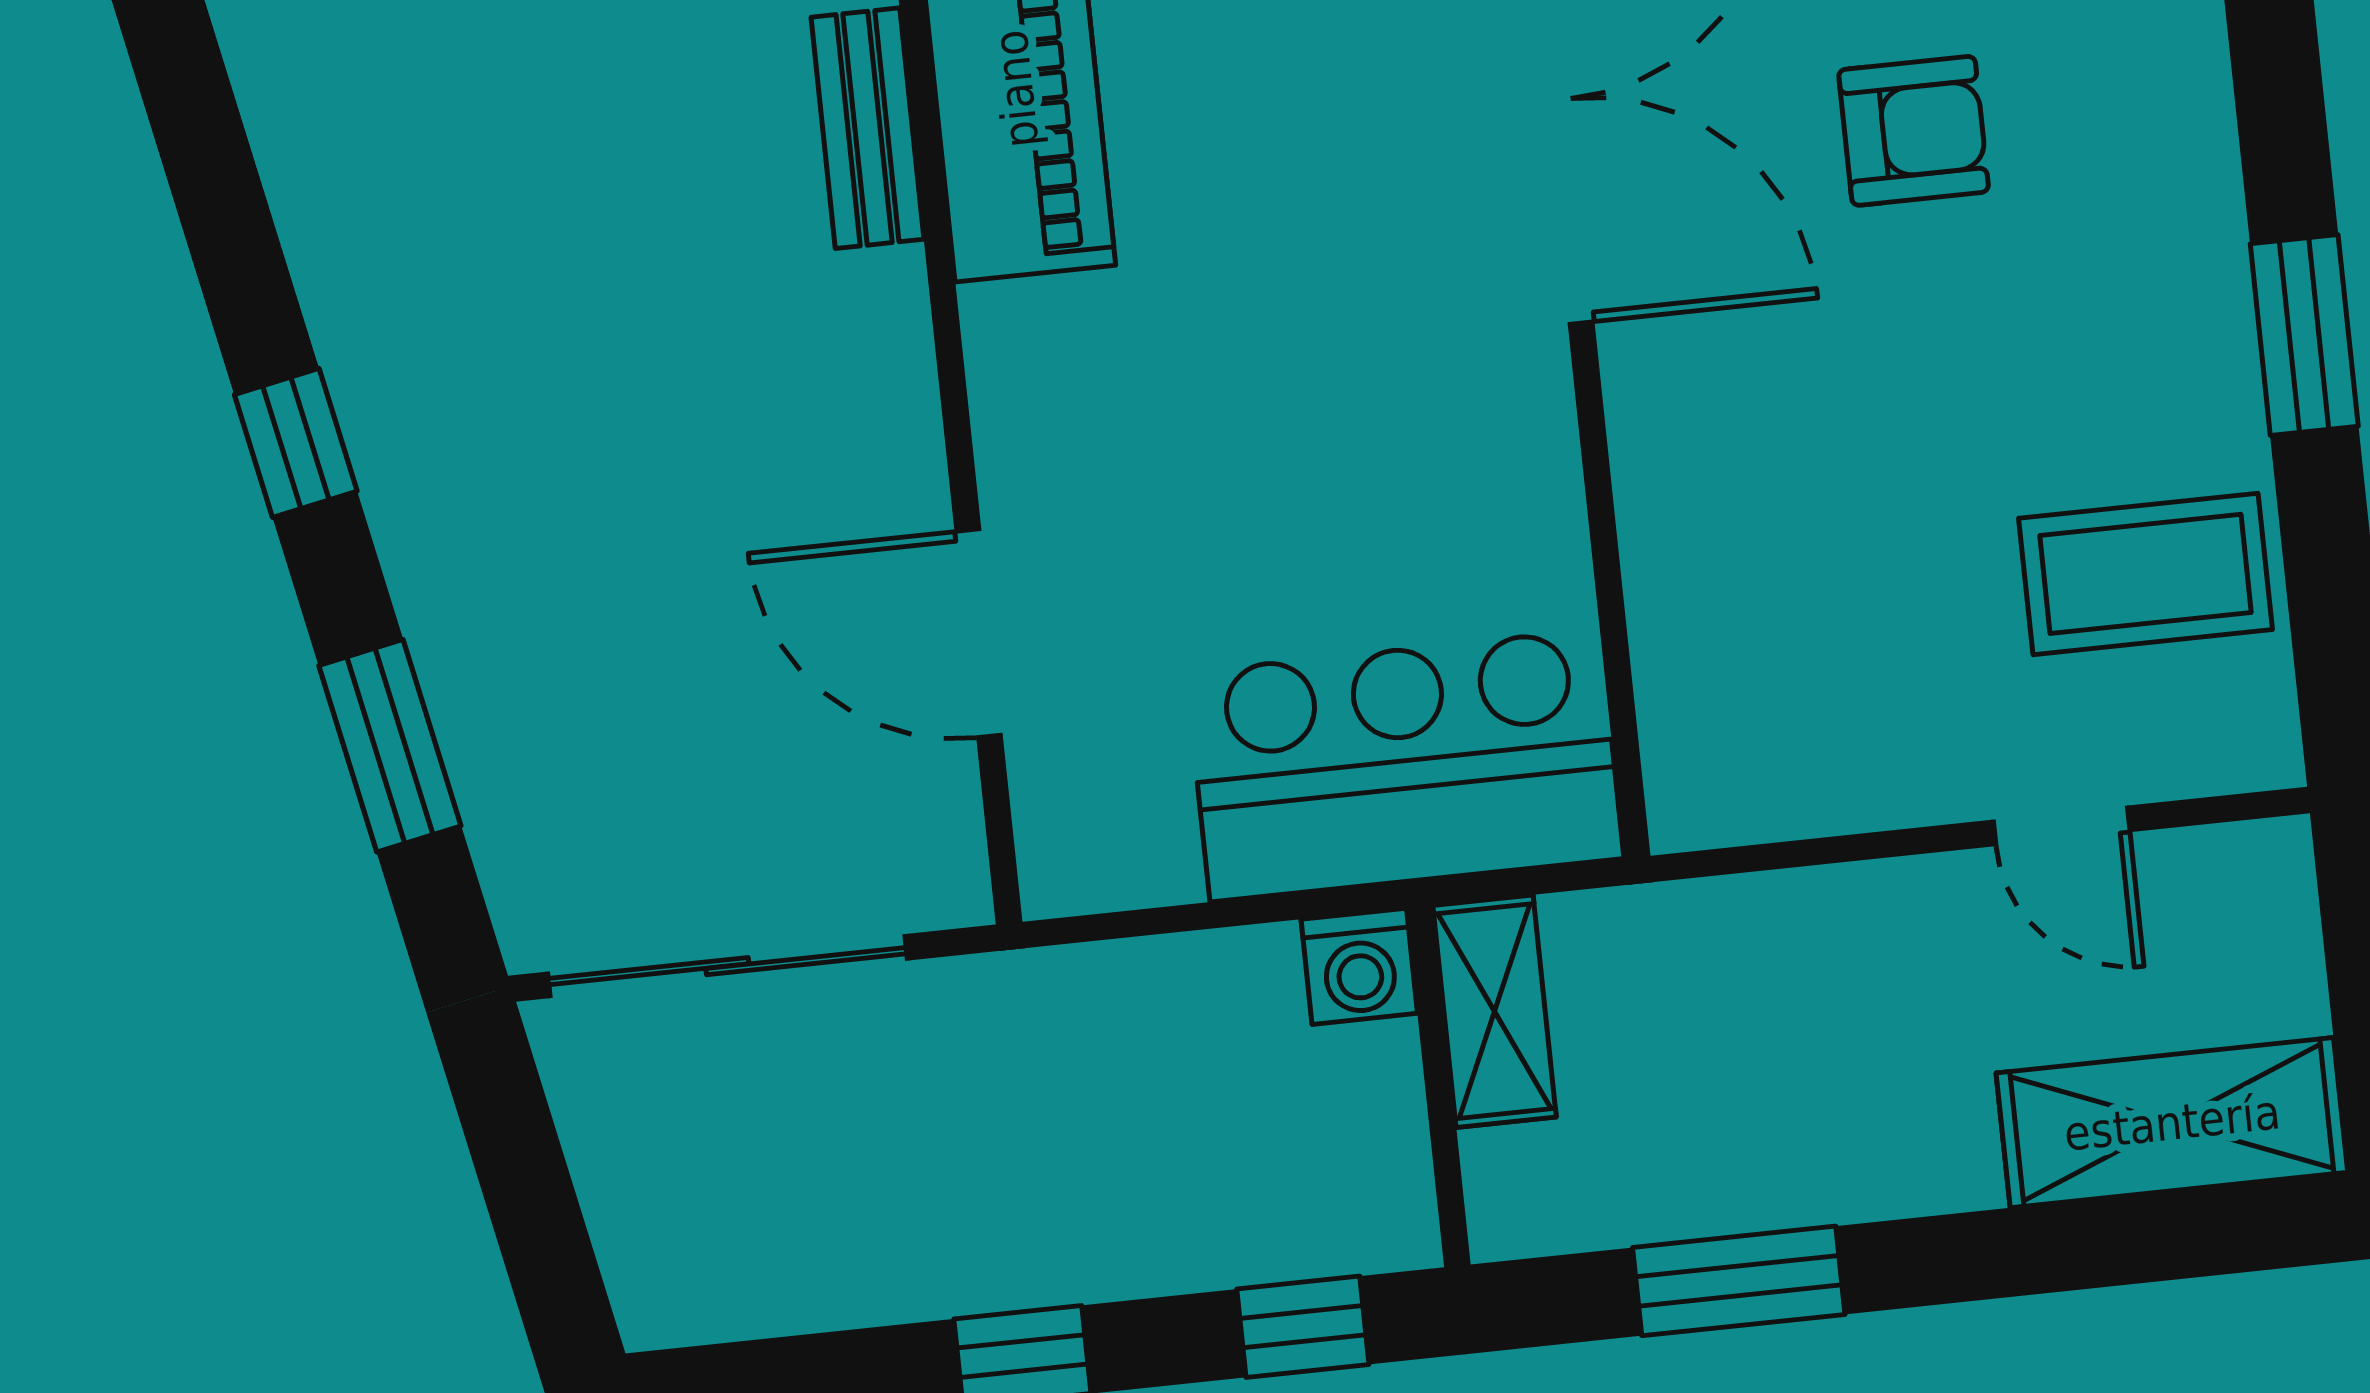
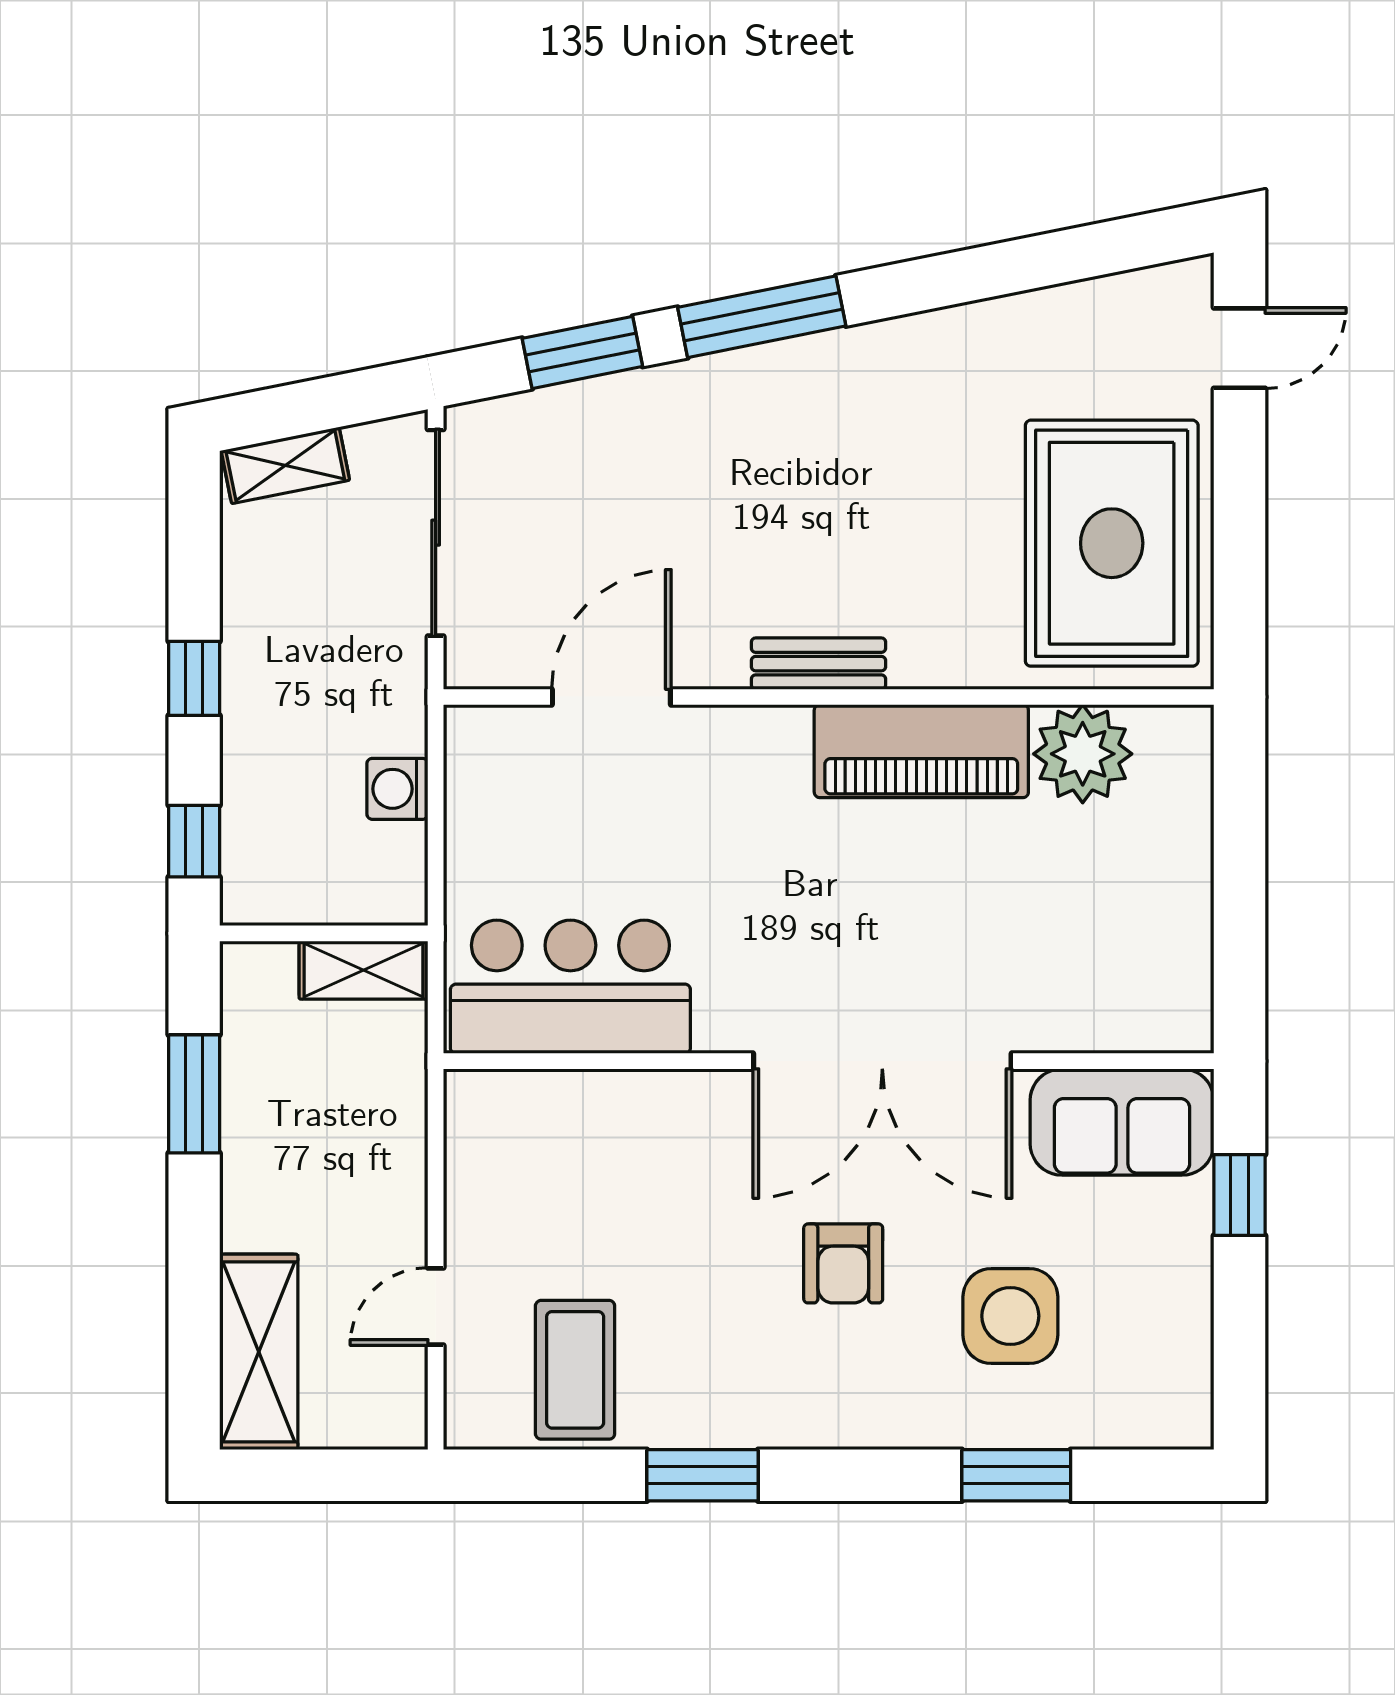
bench: (868, 128) -> (819, 664), moved
window: (296, 443) -> (762, 317), width x2.17
bar counter: (1405, 765) -> (570, 987), moved, turned -90
washing machine: (1359, 966) -> (397, 789), moved
shelving: (638, 1237) -> (285, 465), added

